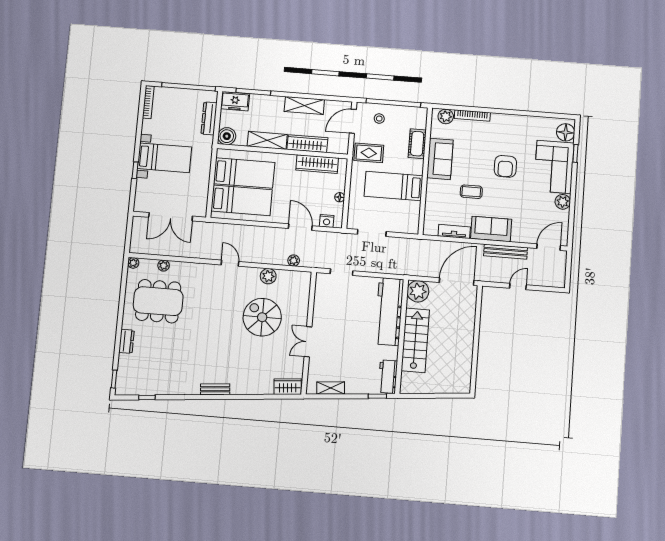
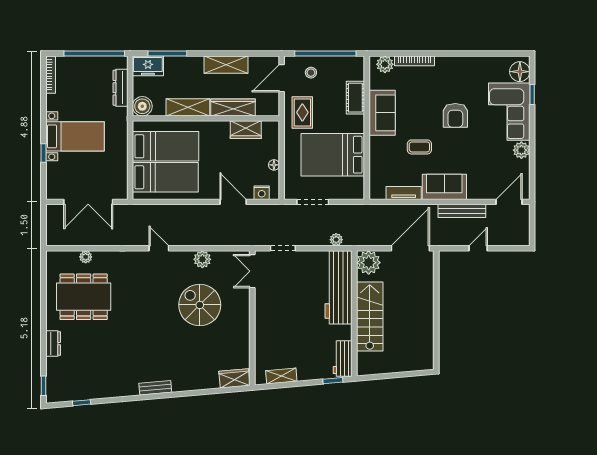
rug: (369, 153) -> (302, 112), turned 90
wardrobe: (317, 164) -> (246, 130), width x0.67
bed: (393, 186) -> (333, 155), width x1.50
plant: (294, 261) -> (336, 240), moved
plant: (133, 263) -> (52, 257), removed
double door: (308, 342) -> (252, 271), moved

